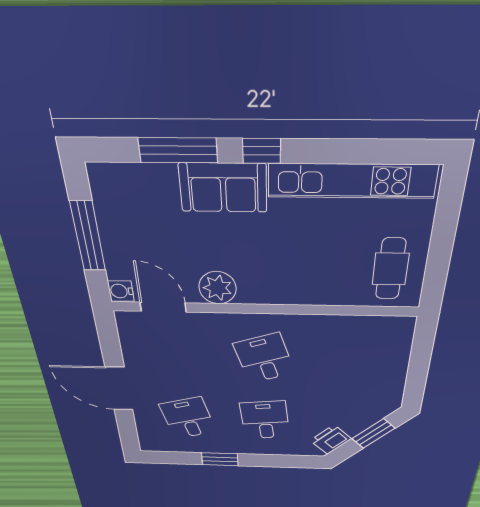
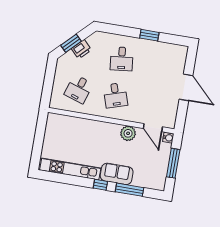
cafe table: (391, 269) -> (58, 131), removed
desk: (188, 418) -> (79, 89), moved, turned 33
printer: (331, 440) -> (81, 49), moved

